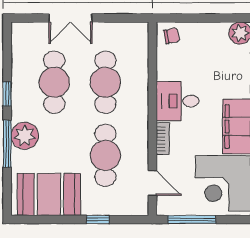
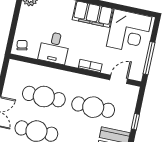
desk: (178, 101) -> (54, 48), moved

